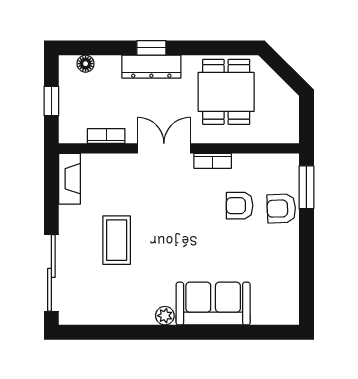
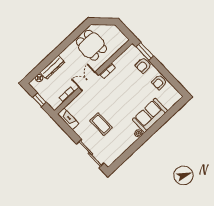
window: (151, 48) -> (55, 54), removed
dresser: (151, 67) -> (52, 67), moved
armchair: (240, 206) -> (159, 82), moved

